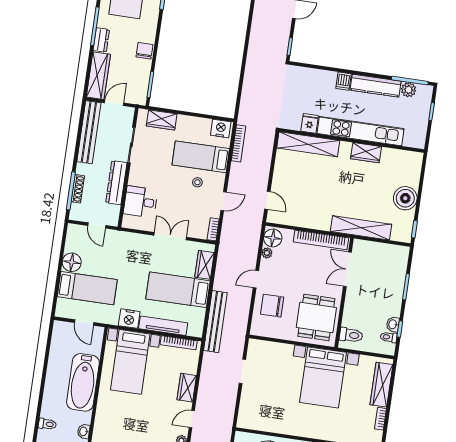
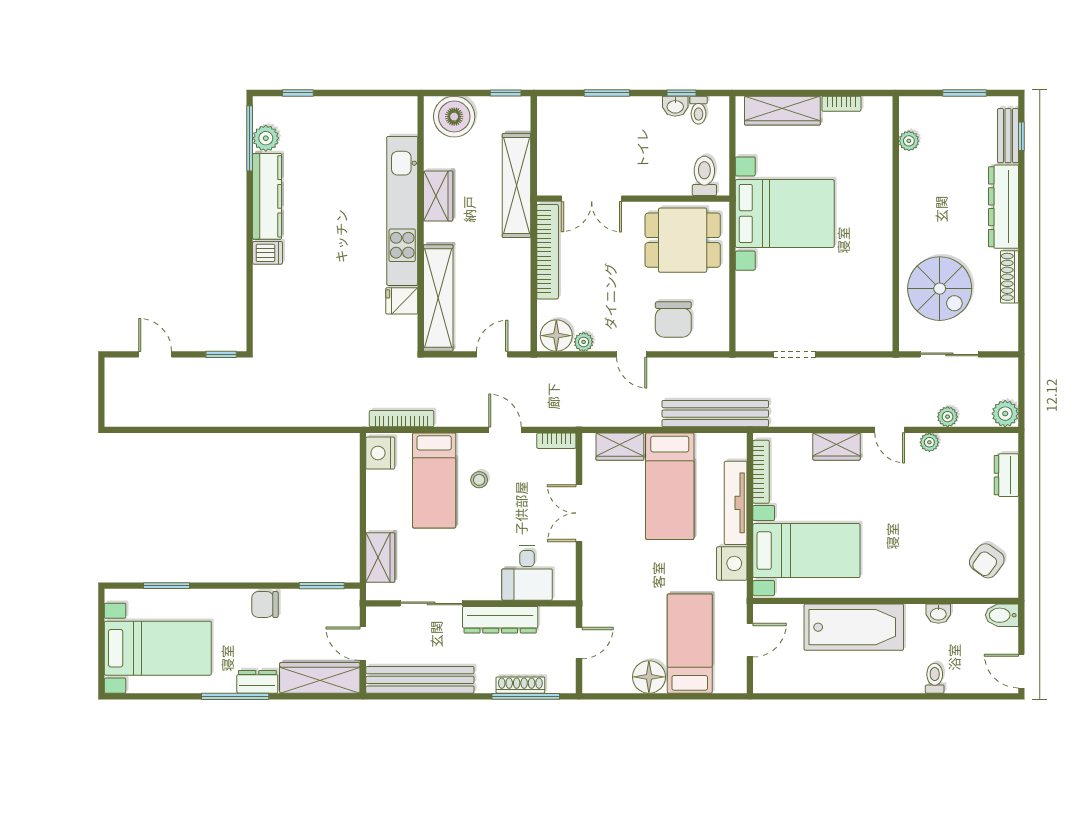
fridge: (310, 123) -> (402, 301), moved
kitchen unit: (360, 131) -> (402, 211), moved
wall: (352, 140) -> (421, 224), moved
shelving: (308, 144) -> (438, 298), moved
wardrobe: (366, 153) -> (438, 196), moved

